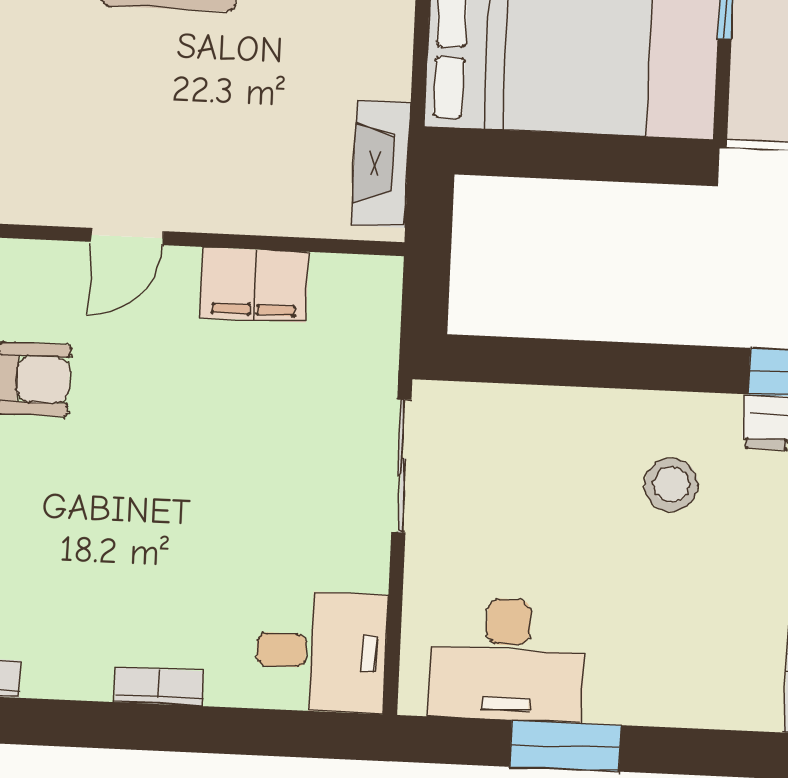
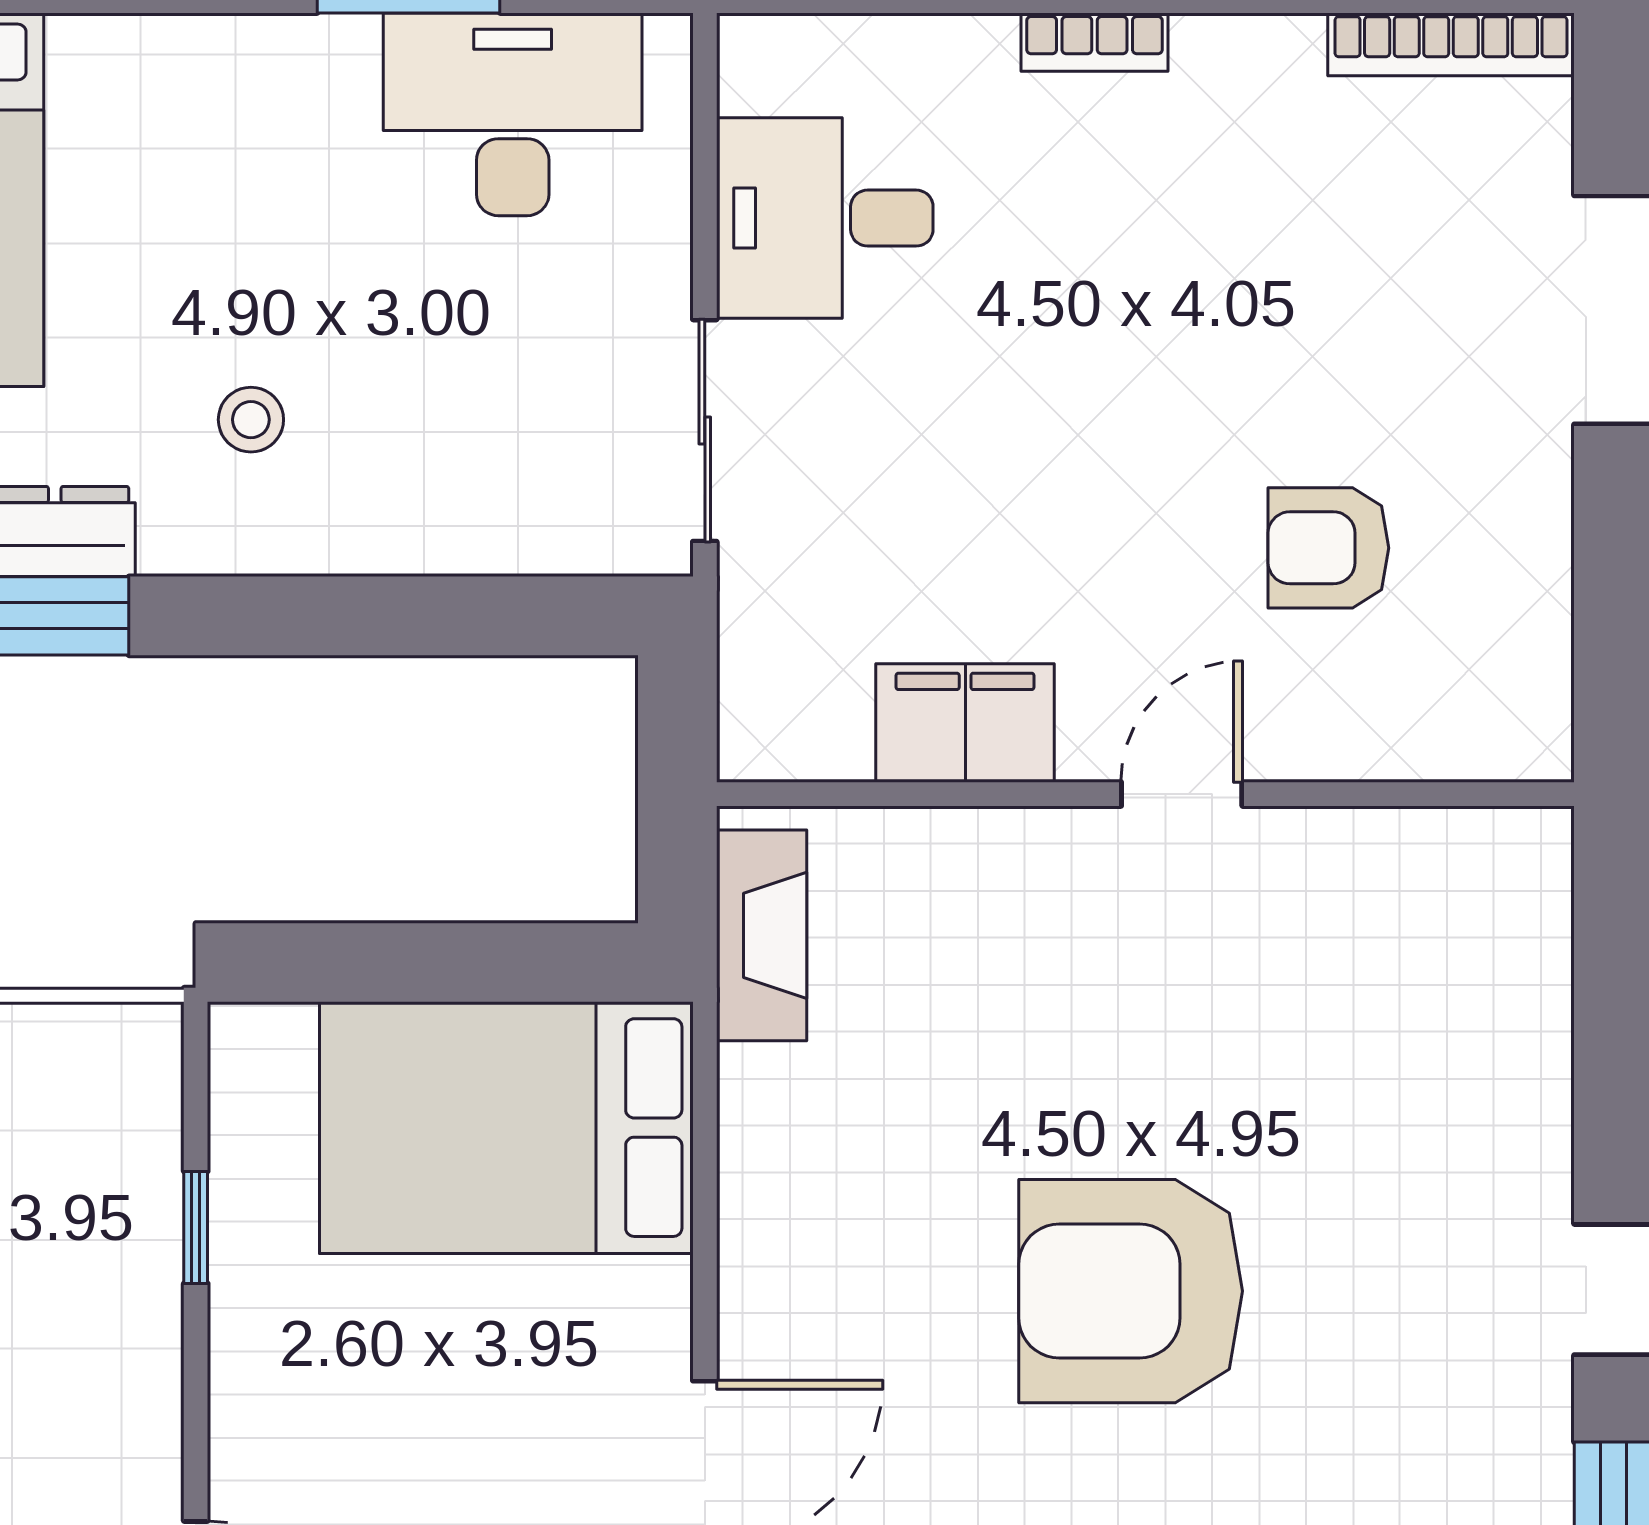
stool: (671, 485) -> (251, 420), width x0.73, depth x0.73
desk: (321, 652) -> (825, 218), moved

